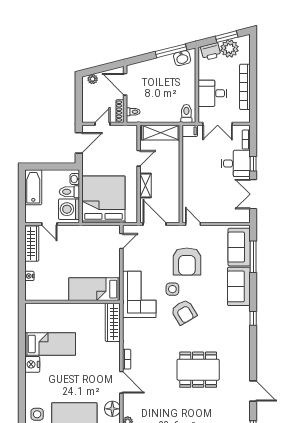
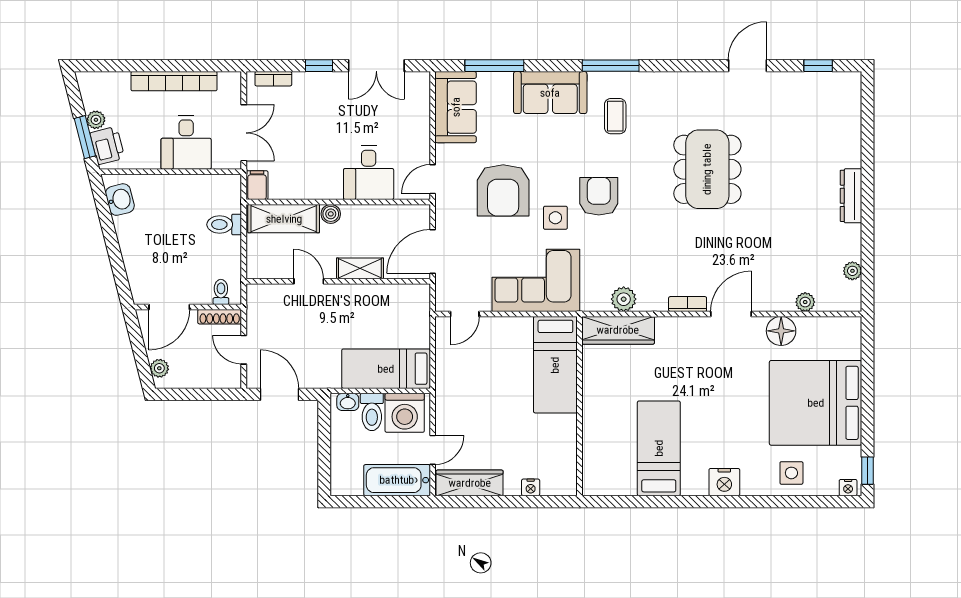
window: (227, 37) -> (85, 137), moved
plant: (230, 49) -> (96, 120), width x0.53, depth x0.53
window: (171, 51) -> (106, 220), removed
toilet: (186, 113) -> (224, 225), moved
shelving: (161, 133) -> (284, 219), moved, turned 90
desk: (236, 163) -> (369, 173), moved, turned 180
boiler: (174, 170) -> (331, 214), added
bathtub: (33, 187) -> (397, 480), moved
bed: (103, 199) -> (386, 369), width x0.49
door: (121, 241) -> (465, 314), swing flipped
sofa: (239, 247) -> (456, 107), moved, turned -90
armchair: (187, 261) -> (503, 190), turned 90
corner sofa: (139, 294) -> (536, 280), moved
armchair: (184, 312) -> (599, 196), turned -59
window: (253, 318) -> (611, 66), width x2.17
coffee table: (226, 321) -> (615, 116), added
plant: (129, 325) -> (624, 299), added
nightstand: (32, 364) -> (724, 482), moved

